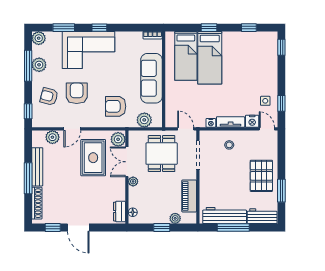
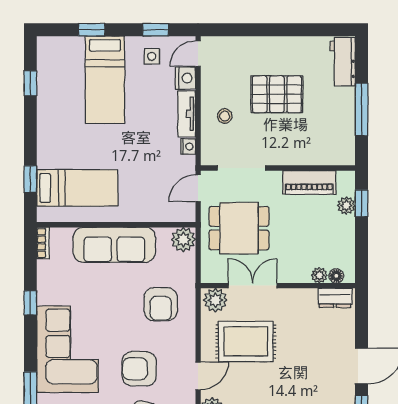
window: (99, 28) -> (30, 303), moved
window: (209, 28) -> (30, 179), moved
window: (281, 47) -> (92, 30), moved
bed: (210, 58) -> (105, 80), moved, turned 90
plant: (144, 120) -> (183, 240), moved
door: (72, 129) -> (198, 376), hinge flipped
double door: (127, 162) -> (253, 286), swing flipped
pallet: (261, 176) -> (277, 94), moved
plant: (133, 181) -> (319, 275), moved
window: (281, 191) -> (300, 30), removed
workbench: (225, 216) -> (342, 124), removed
window: (162, 228) -> (362, 203), moved

